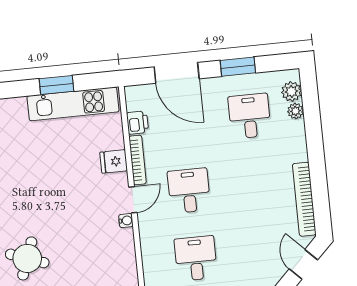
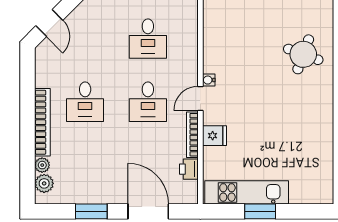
desk: (250, 116) -> (85, 102), moved
bookcase: (304, 199) -> (42, 122), moved

